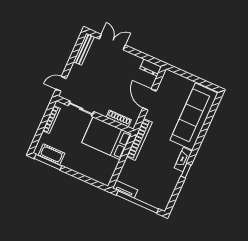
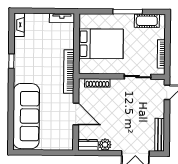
plant: (136, 61) -> (105, 145), added
bed: (107, 138) -> (101, 44), moved
fireplace: (183, 159) -> (19, 25), moved
window: (48, 162) -> (128, 12), moved
window: (137, 202) -> (45, 11), removed

